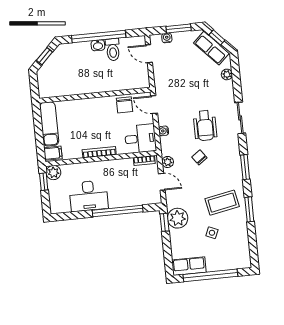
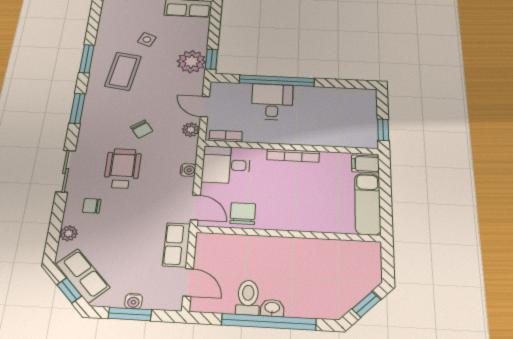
water cooler: (167, 38) -> (134, 301), moved
row of seats: (161, 77) -> (177, 245), added
chair: (218, 96) -> (92, 206), added
plant: (54, 173) -> (367, 139), removed
desk: (89, 196) -> (272, 102), moved, width x0.73
coffee table: (222, 203) -> (123, 71), turned -70

